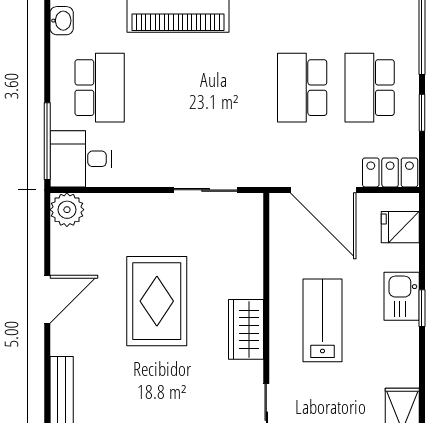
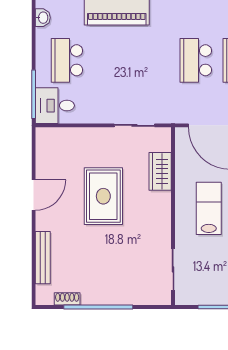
school desk: (100, 88) -> (67, 60), turned 180
plant: (67, 210) -> (46, 138), removed
wardrobe: (246, 329) -> (160, 171), moved

